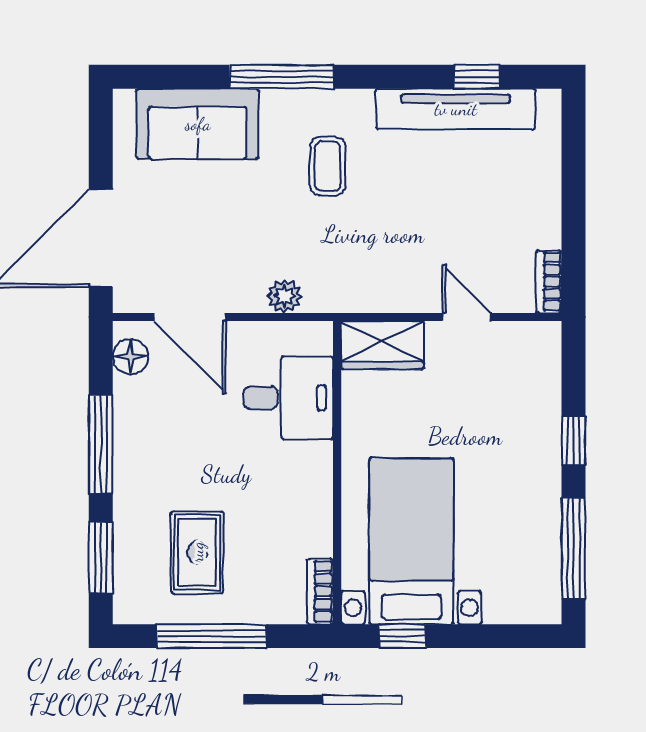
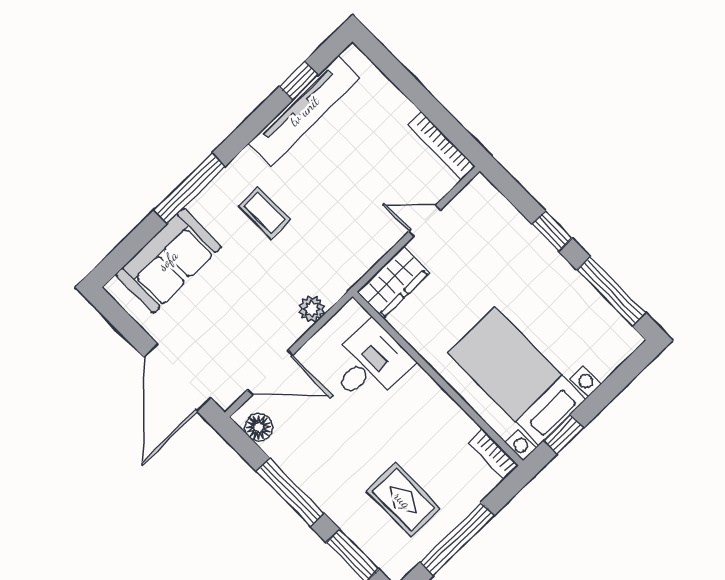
bookcase: (549, 282) -> (442, 146), width x1.56

